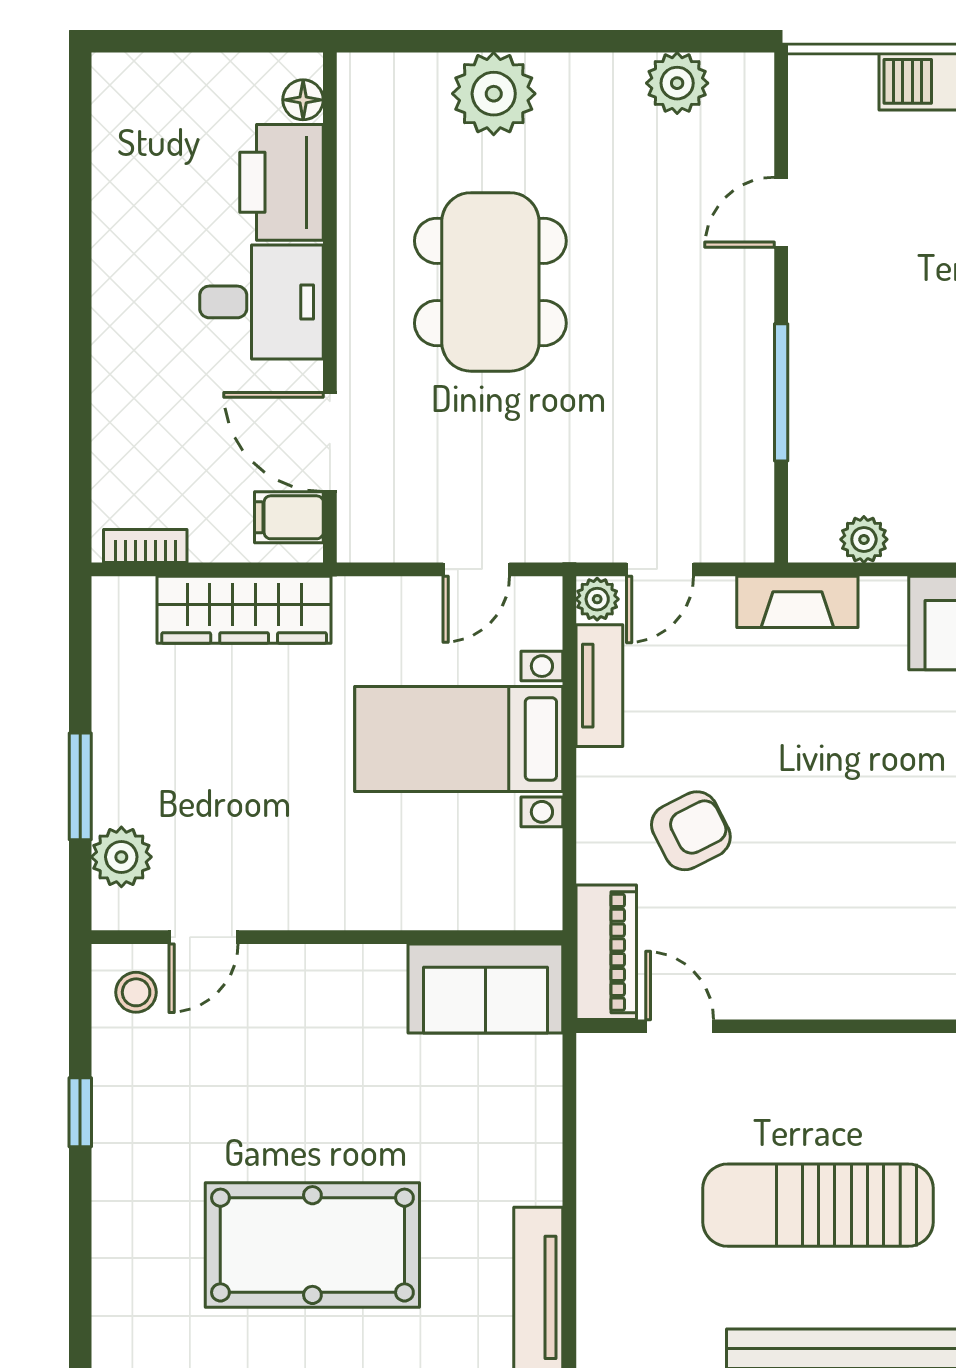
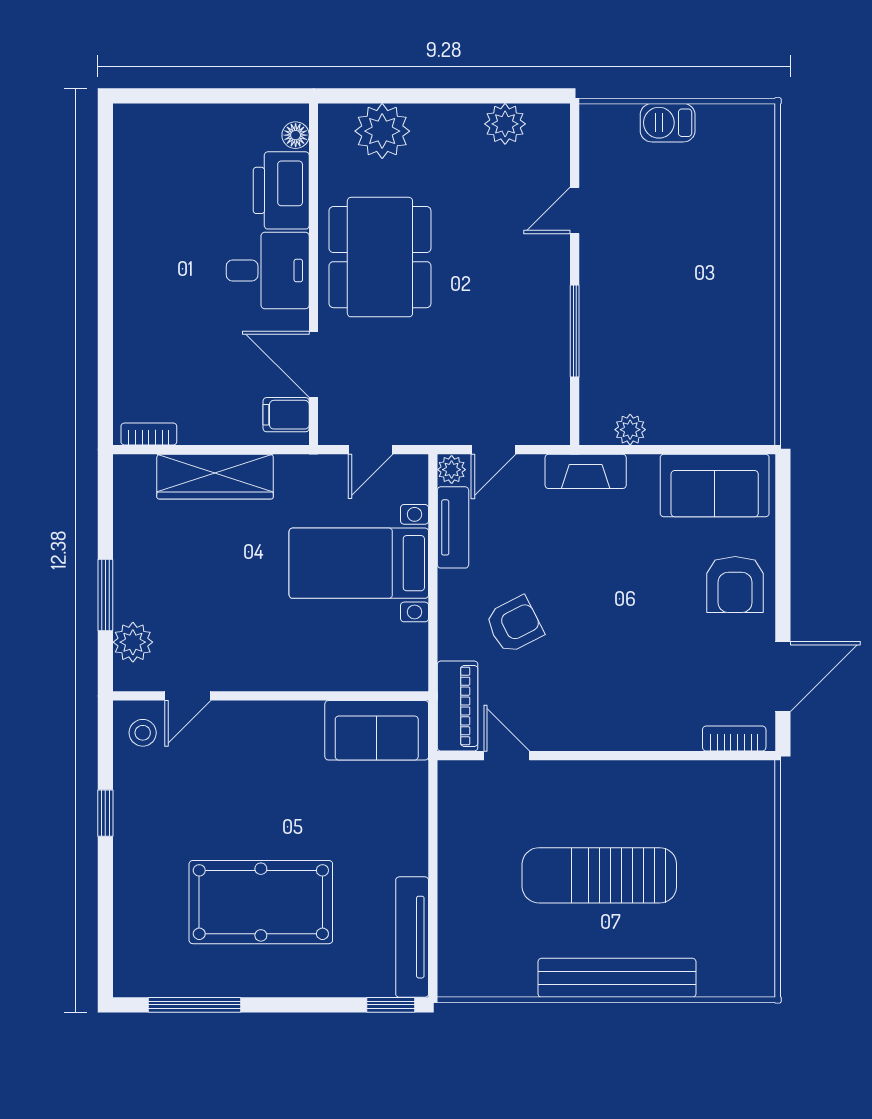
floor lamp: (303, 100) -> (296, 135), moved
printer: (282, 182) -> (281, 190), moved
desk: (261, 302) -> (268, 270), moved
wall: (330, 308) -> (314, 274), moved
door: (330, 442) -> (314, 364), moved
filing cabinet: (289, 517) -> (286, 415), moved

